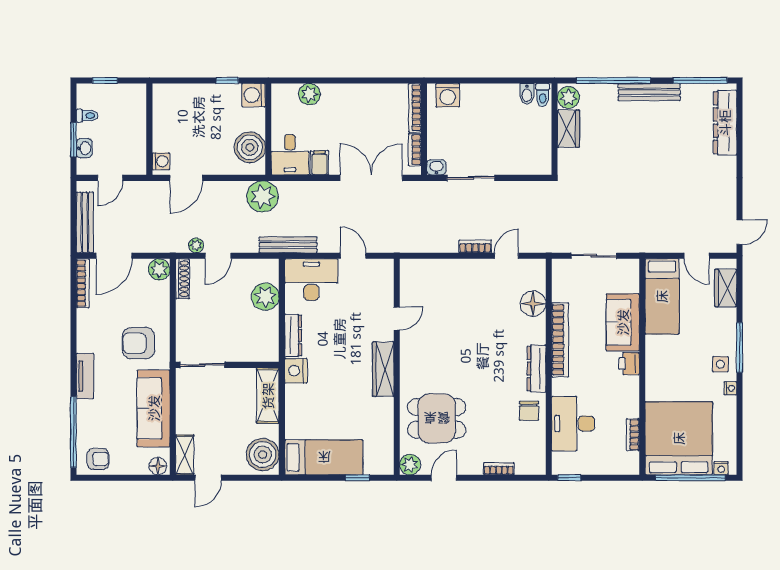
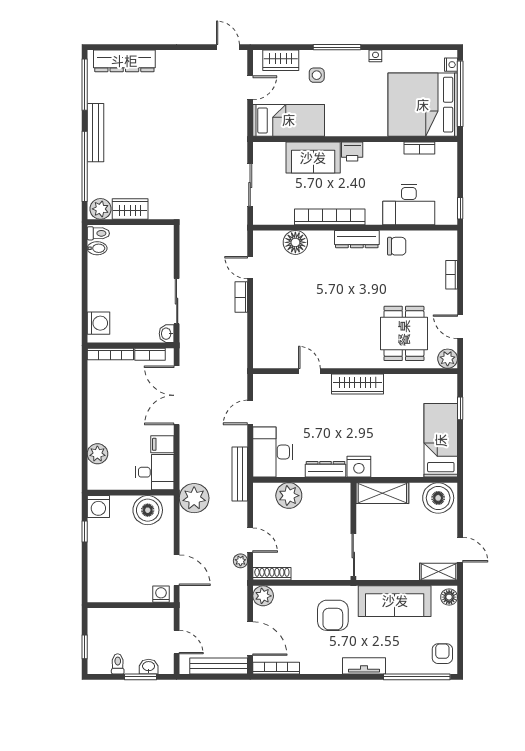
side table: (720, 364) -> (317, 75), moved

